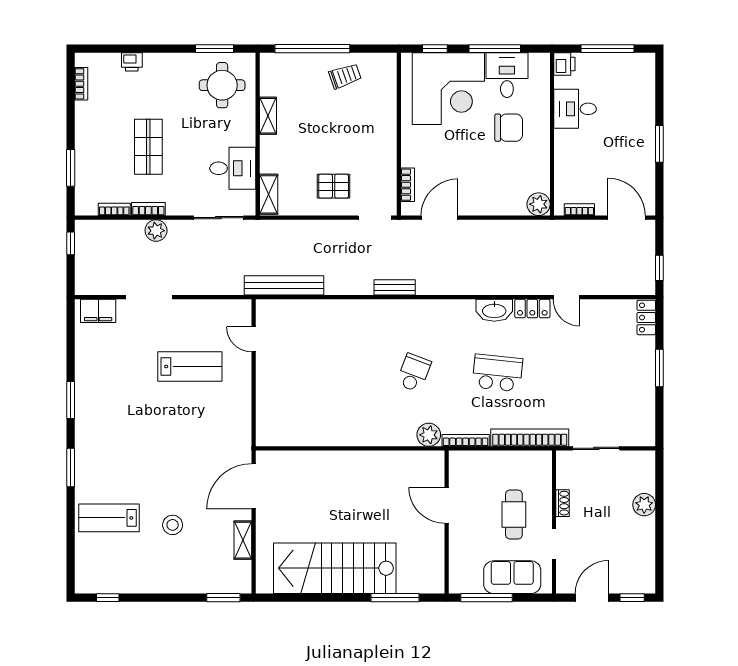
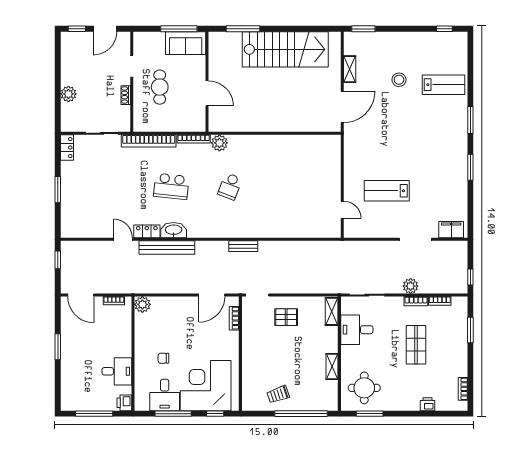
chair: (509, 128) -> (163, 358), width x0.54, depth x0.54
bench: (284, 285) -> (167, 248), moved
locker: (646, 317) -> (67, 148), moved
sofa: (512, 577) -> (186, 43), moved

